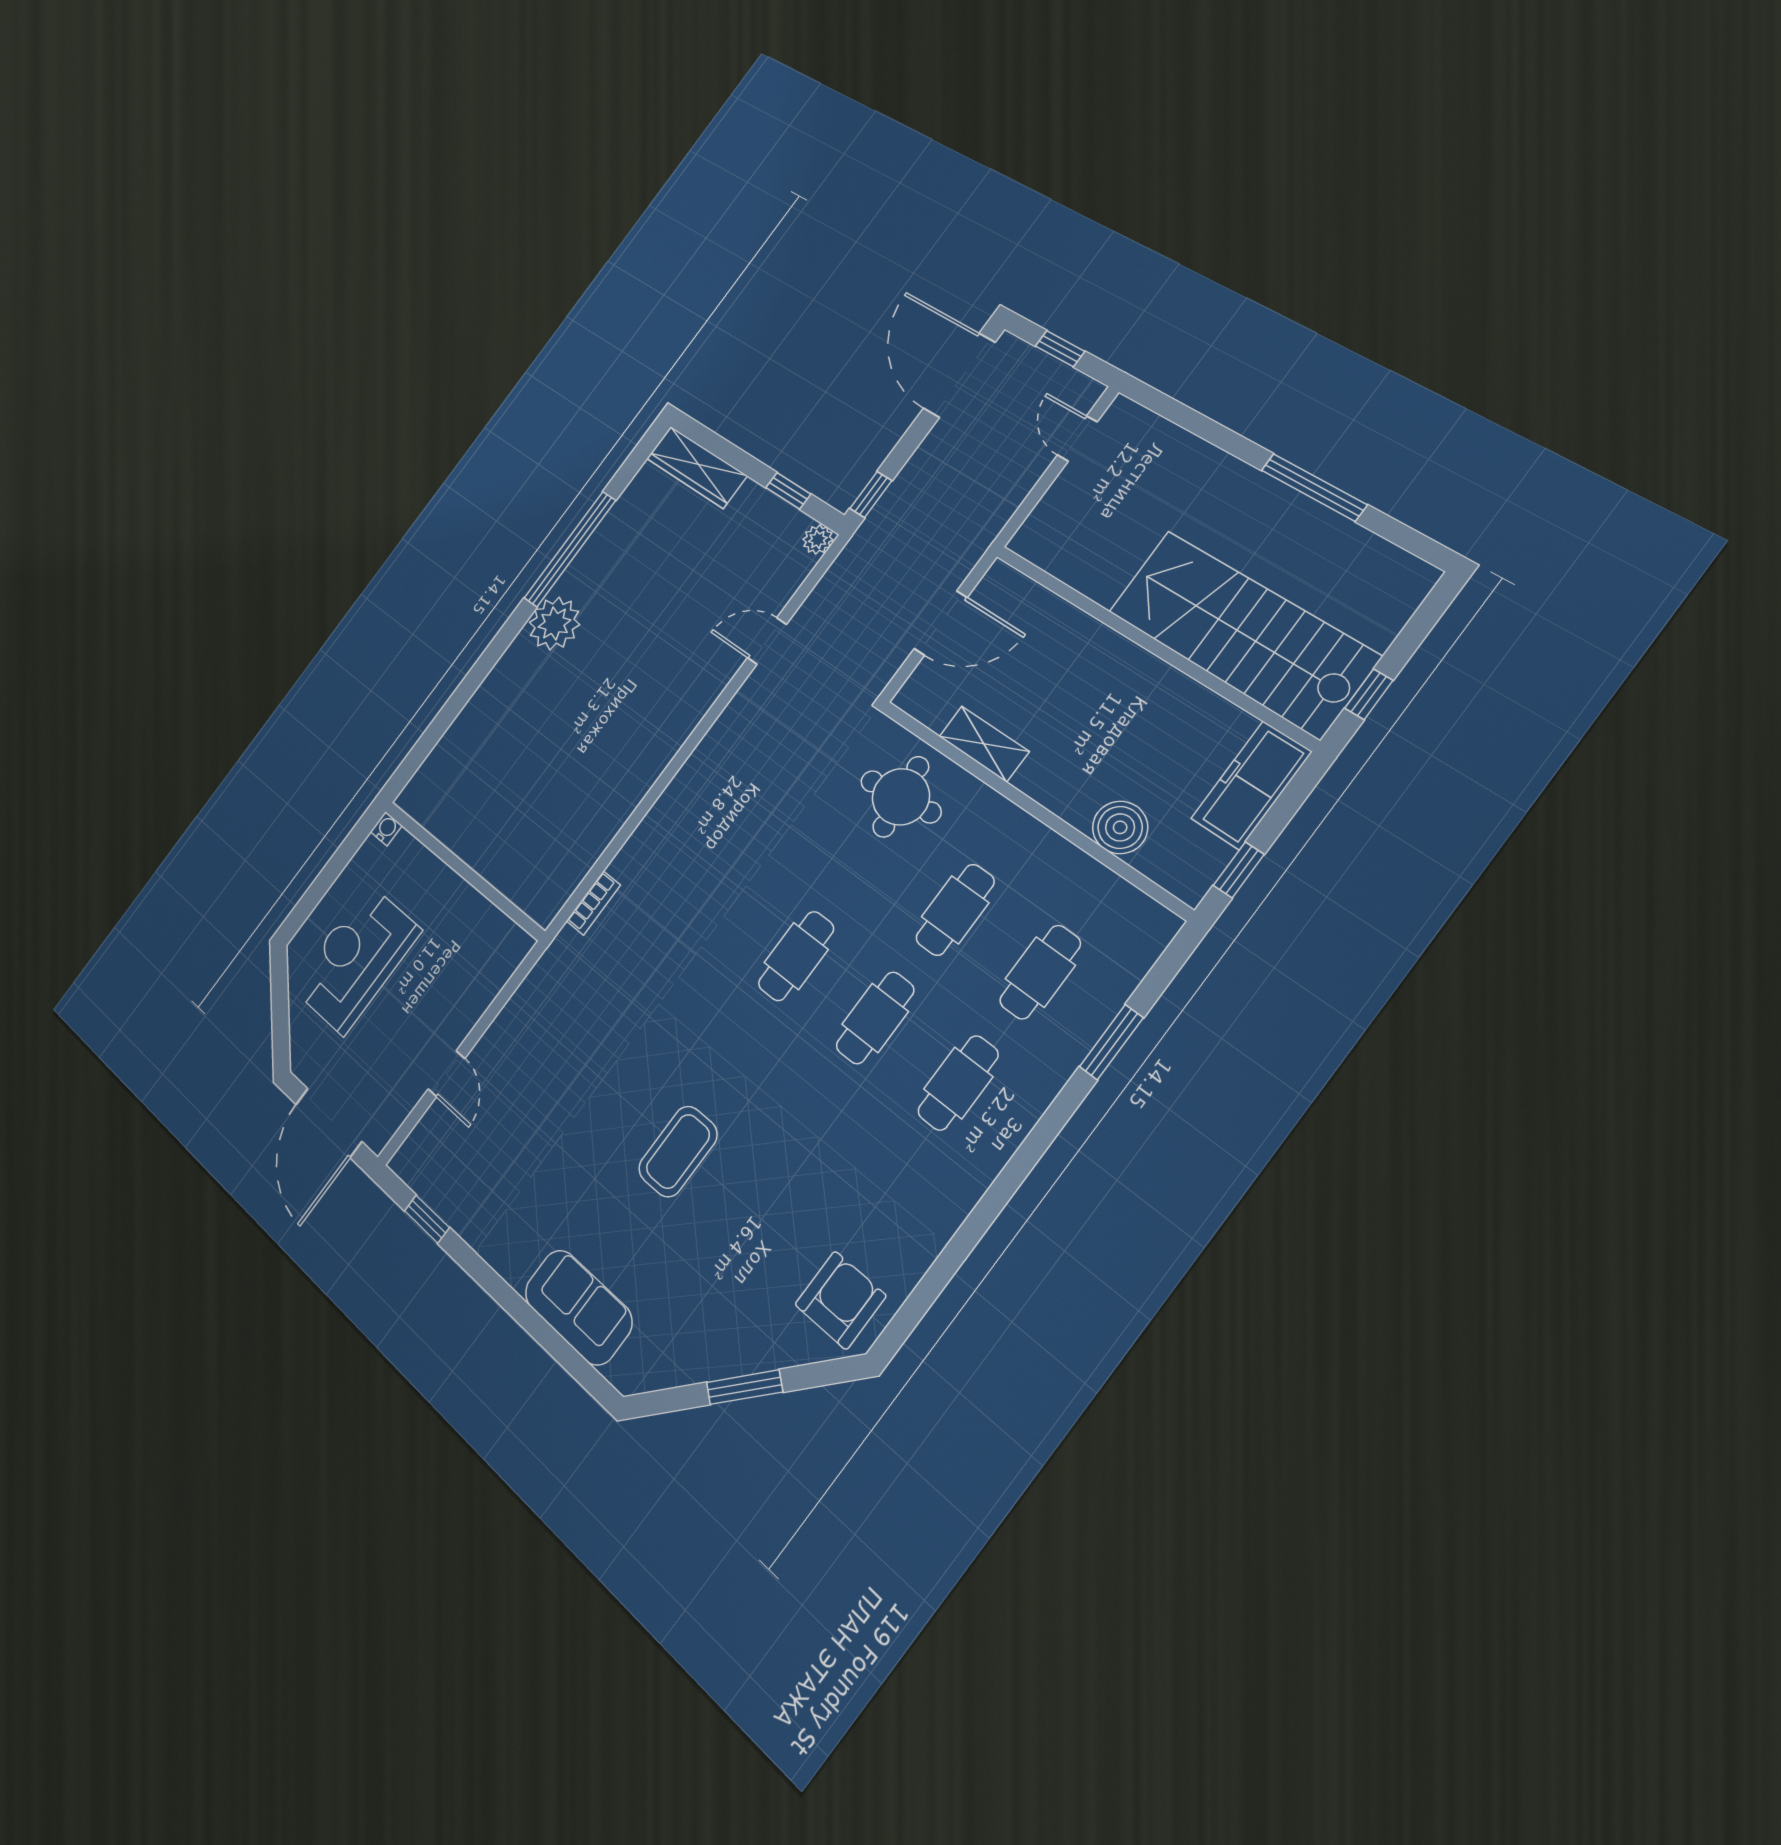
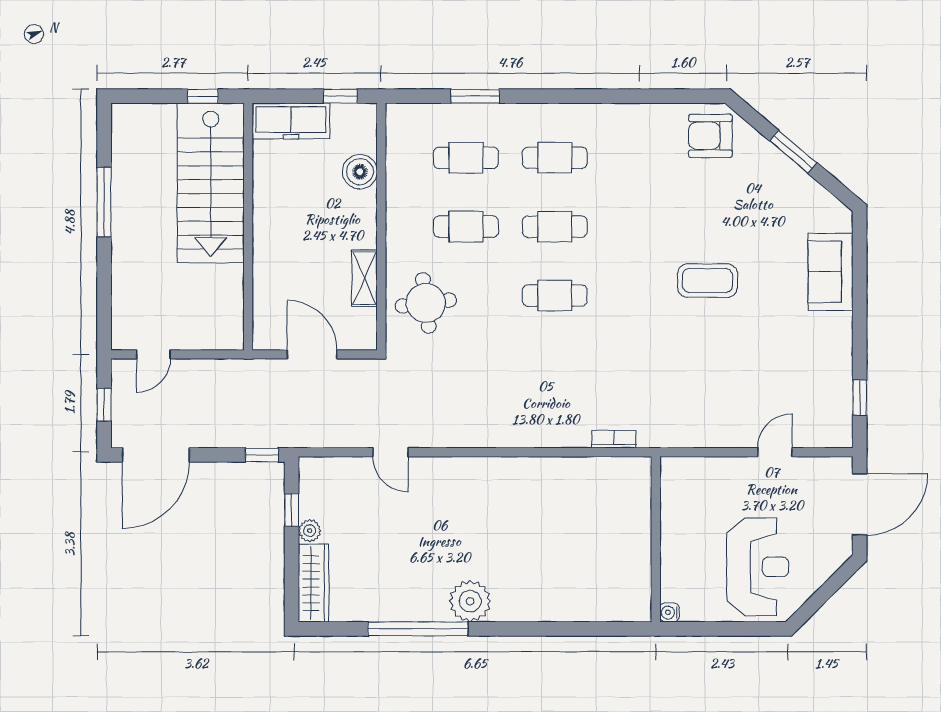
plant: (818, 539) -> (310, 531), moved
reception desk: (356, 959) -> (758, 567), turned -90

